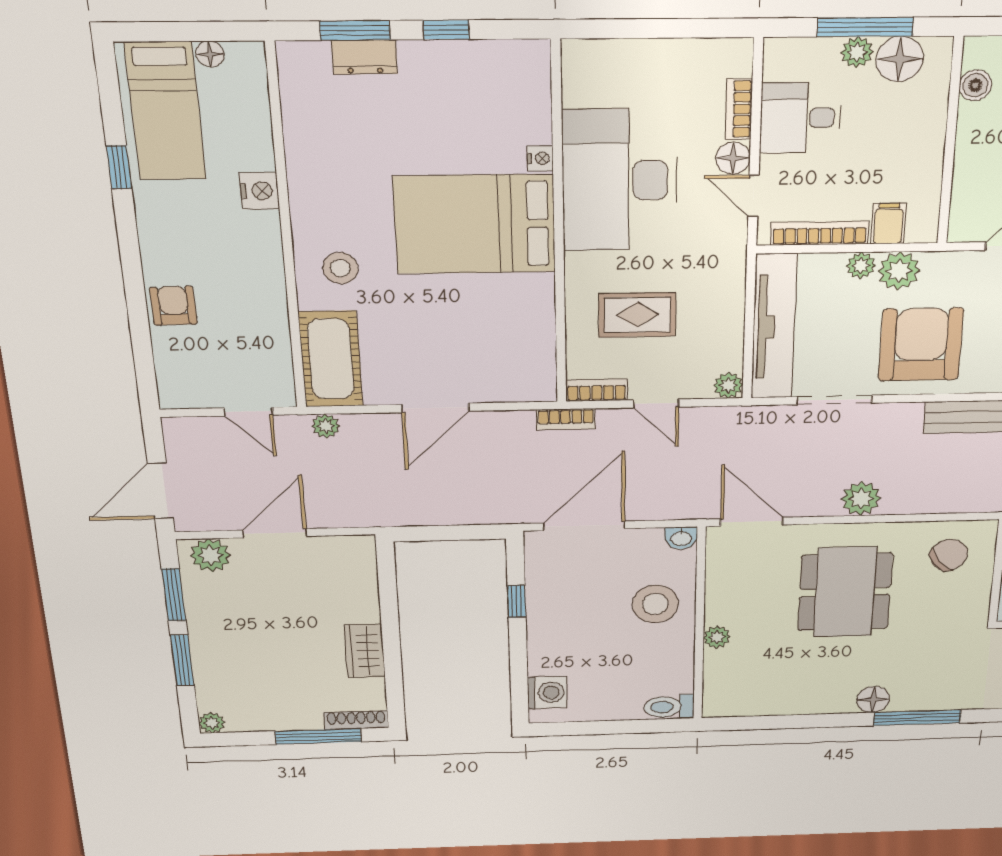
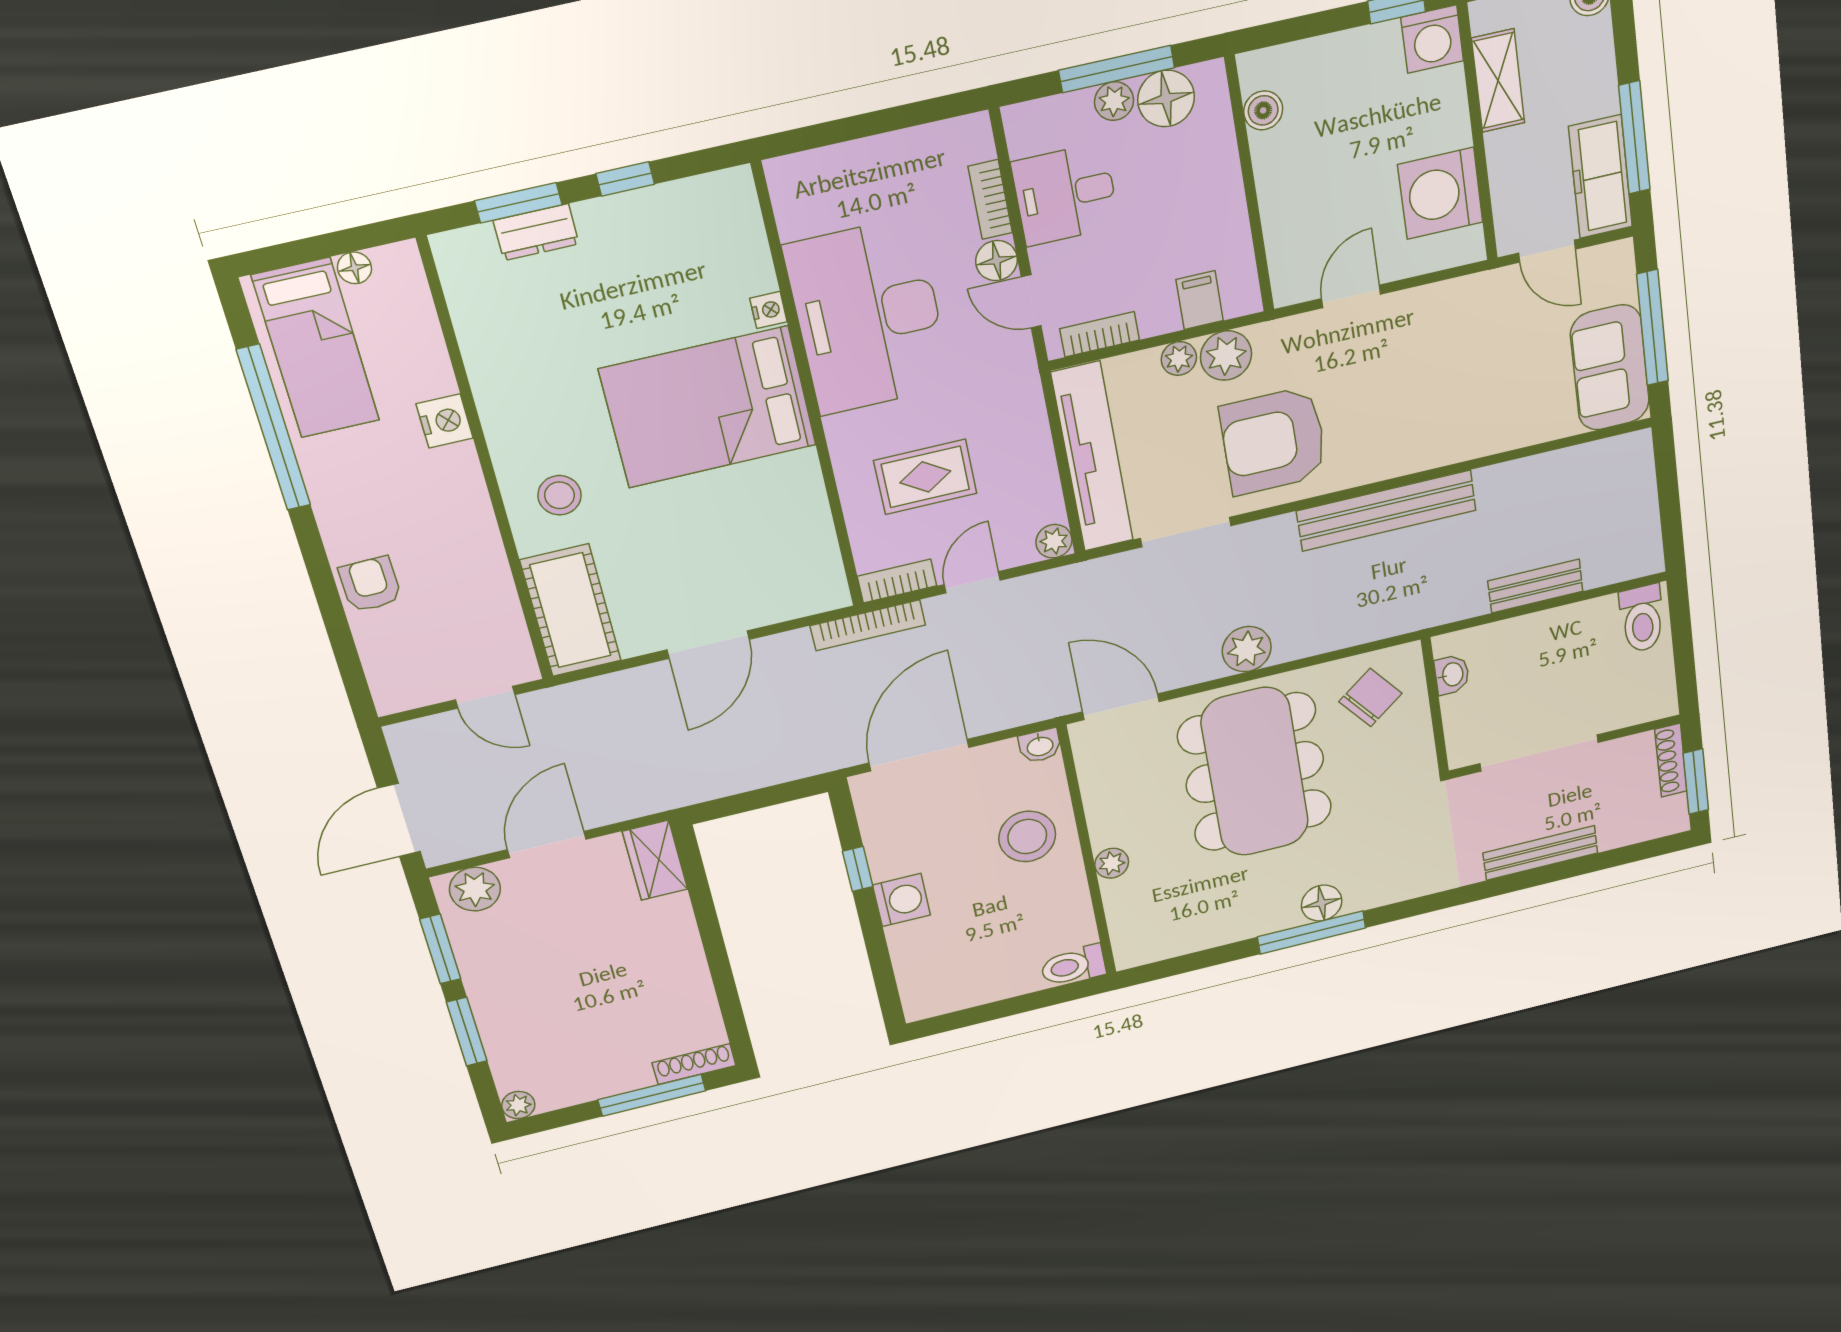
window: (119, 167) -> (274, 428), width x3.17
bookcase: (820, 233) -> (1100, 334), width x0.64
armchair: (921, 345) -> (1274, 441), turned -90
door: (656, 403) -> (972, 582), swing flipped
bookcase: (566, 419) -> (868, 625), width x1.56
plant: (326, 426) -> (581, 696), removed
dining table: (845, 592) -> (1255, 772), width x1.36, depth x1.24
wardrobe: (365, 651) -> (655, 860), moved
washing machine: (547, 693) -> (902, 900), moved
window: (917, 718) -> (1312, 932), moved

